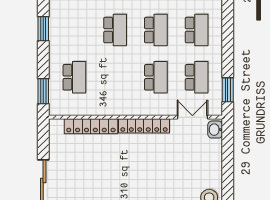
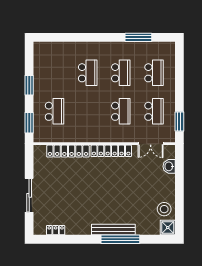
window: (43, 29) -> (29, 85), moved
double door: (192, 117) -> (151, 144), swing flipped
washbasin: (215, 130) -> (169, 166), moved

